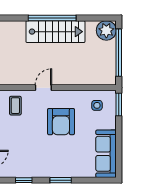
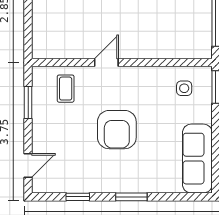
armchair: (61, 122) -> (117, 130), moved

